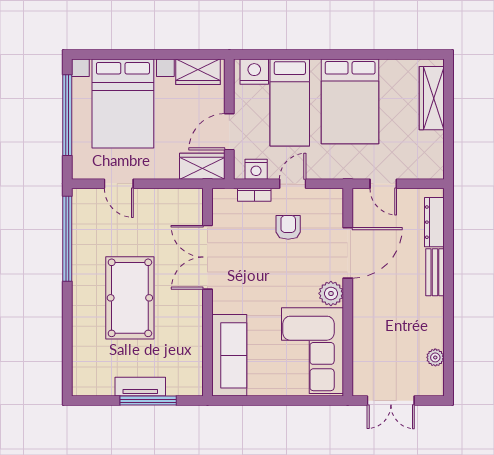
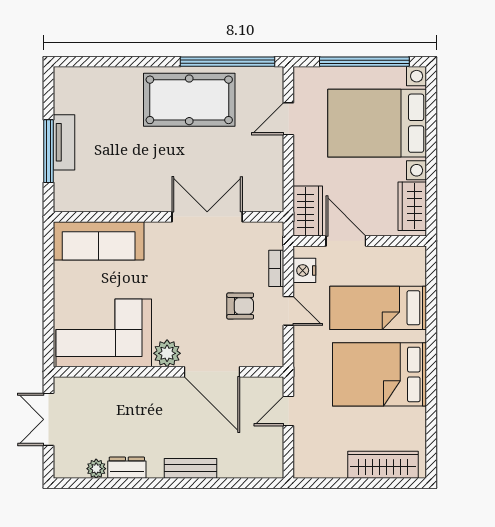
nightstand: (254, 72) -> (412, 268), removed
dresser: (434, 222) -> (127, 468), moved, width x0.70
pool table: (130, 298) -> (189, 100), moved

